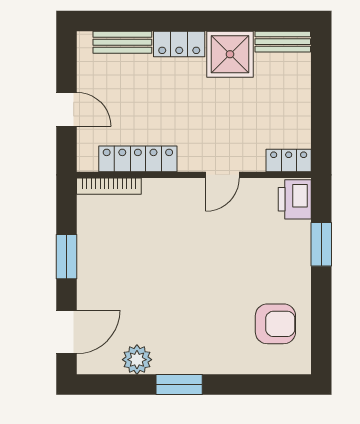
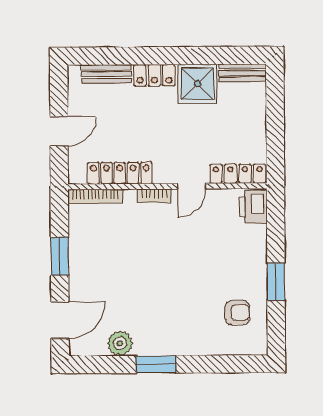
door: (67, 109) -> (59, 131), hinge flipped
locker: (289, 160) -> (238, 174), width x1.53
bookcase: (178, 186) -> (154, 196), added
window: (321, 244) -> (276, 282), moved
armchair: (275, 324) -> (237, 312), width x0.72, depth x0.72

